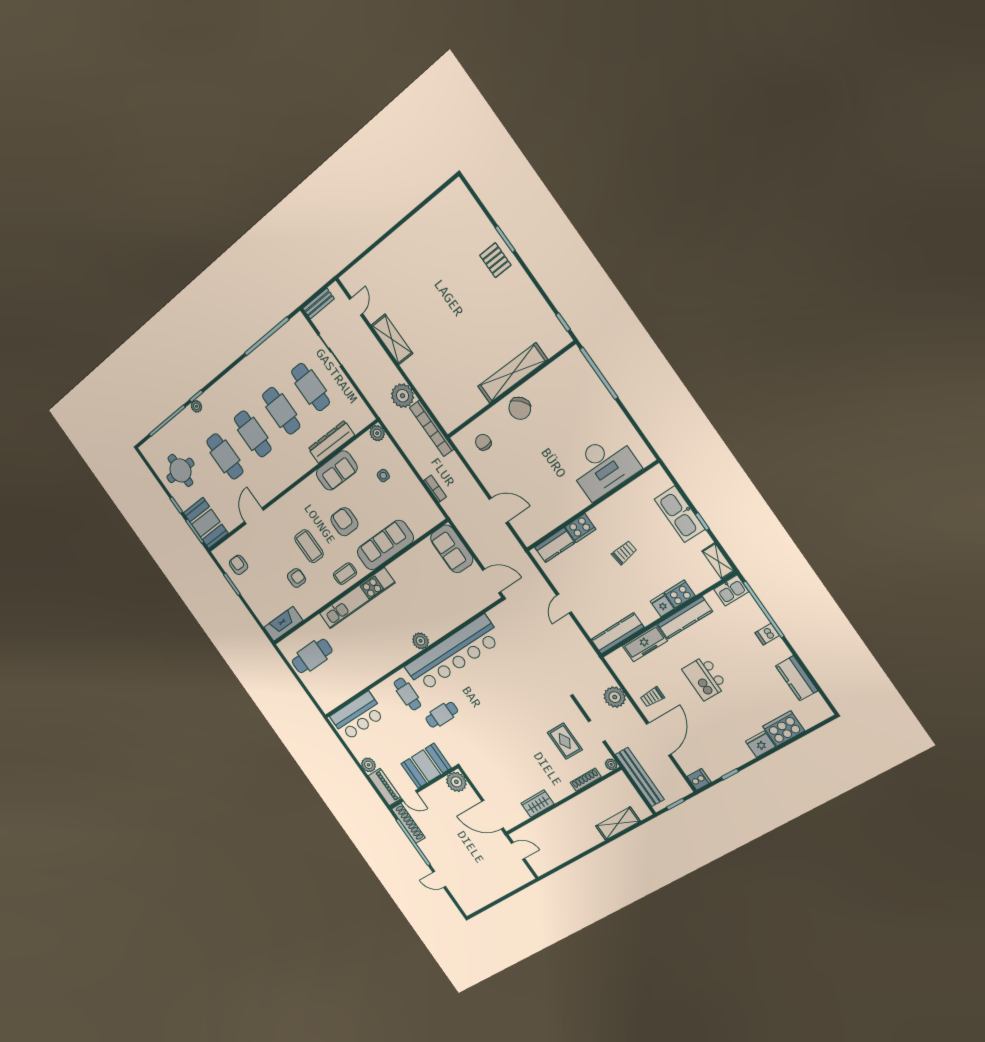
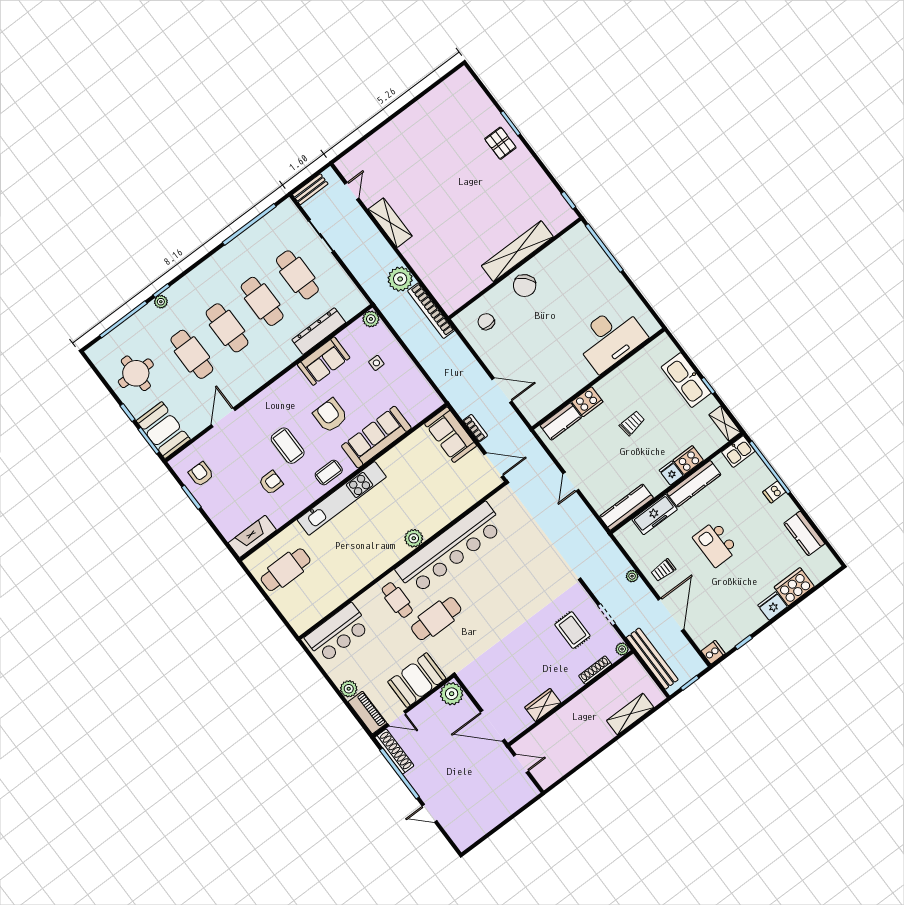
bookcase: (435, 489) -> (475, 428), moved
plant: (615, 697) -> (632, 576), width x0.53, depth x0.53
cafe table: (442, 715) -> (436, 619), width x1.37, depth x1.35

